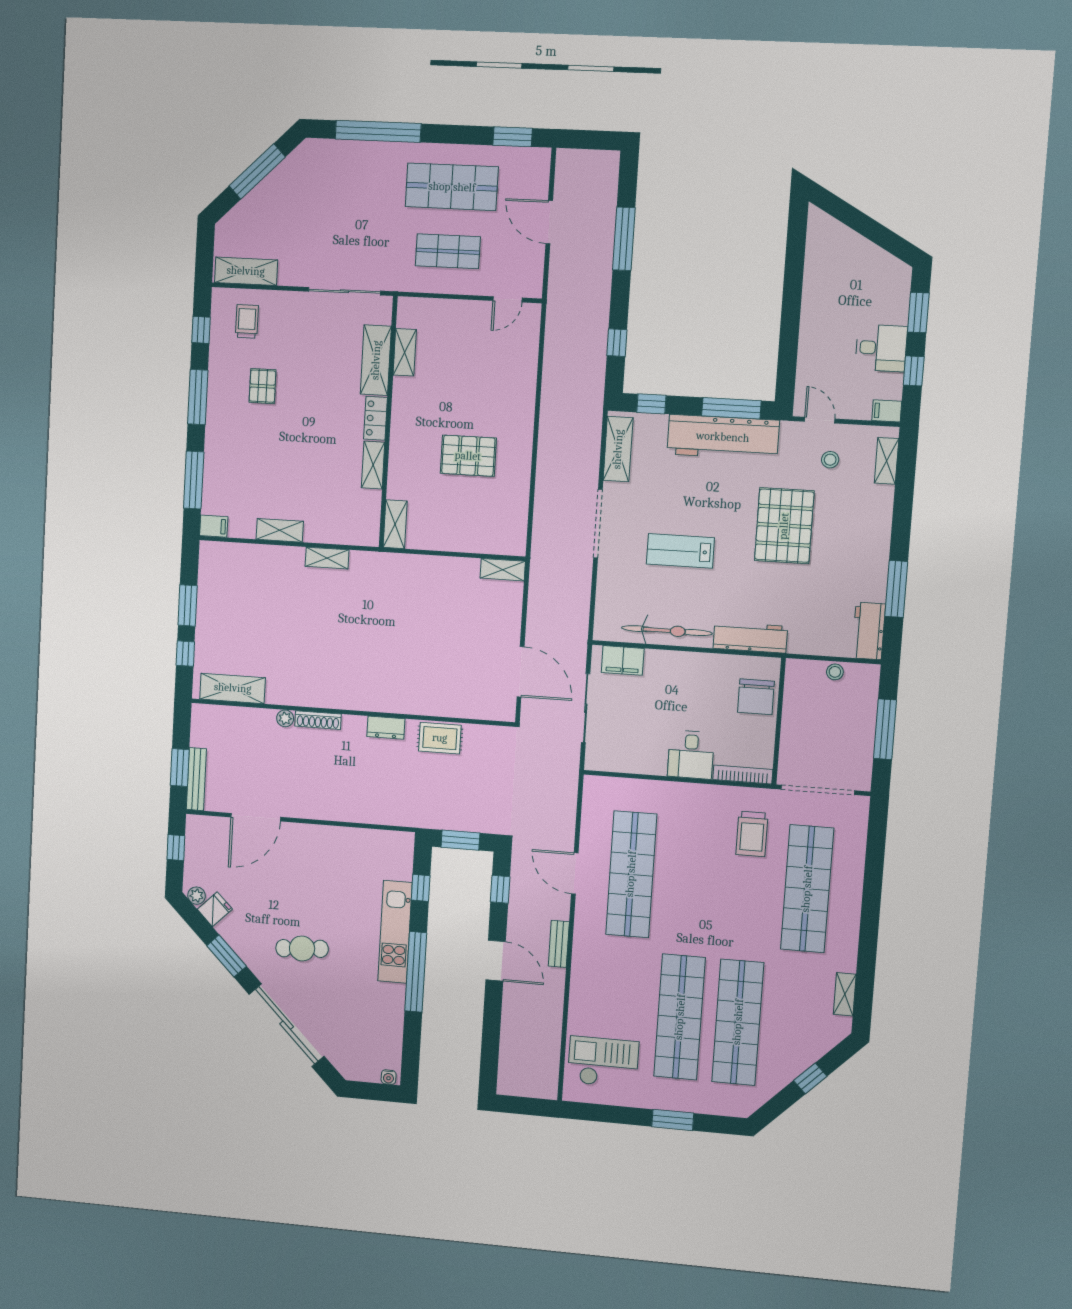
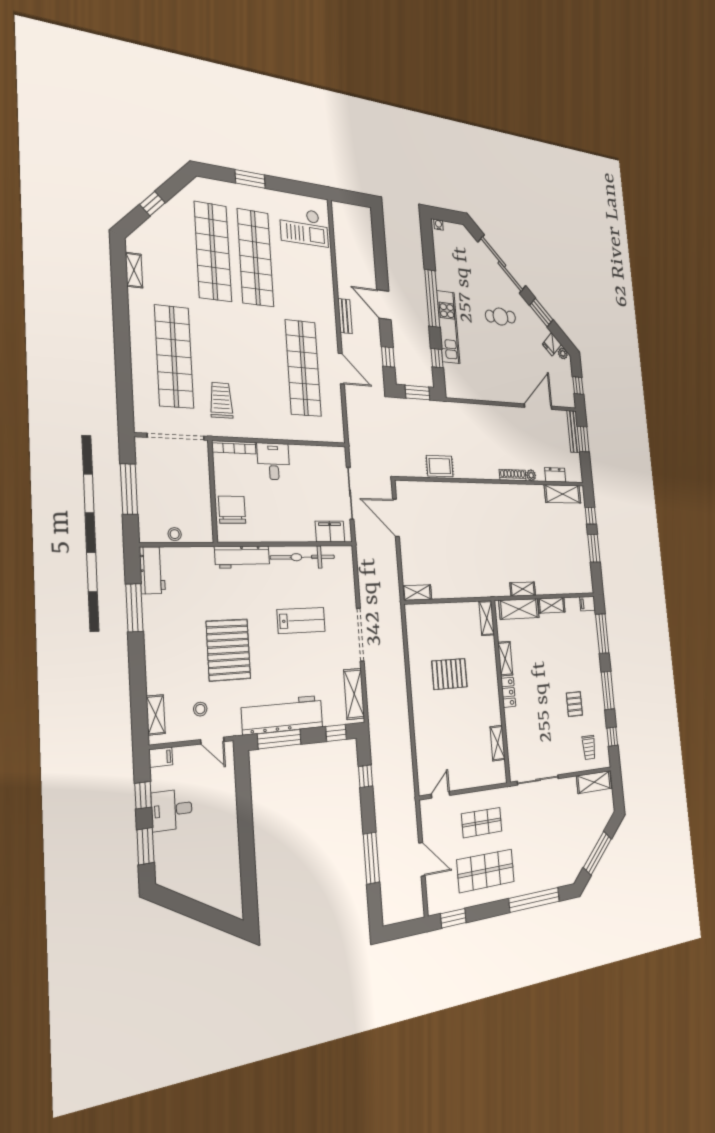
shelving: (376, 360) -> (519, 609), moved, turned 90
dresser: (386, 728) -> (555, 475), moved

